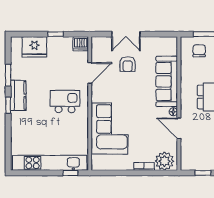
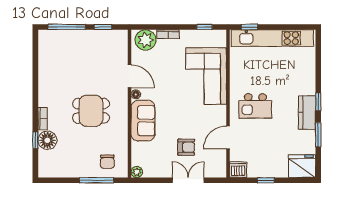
plant: (172, 42) -> (137, 172), added
fridge: (34, 47) -> (302, 166), moved
armchair: (128, 64) -> (186, 147), turned 90
sofa: (167, 81) -> (143, 121), width x0.73
window: (111, 173) -> (204, 27), added

